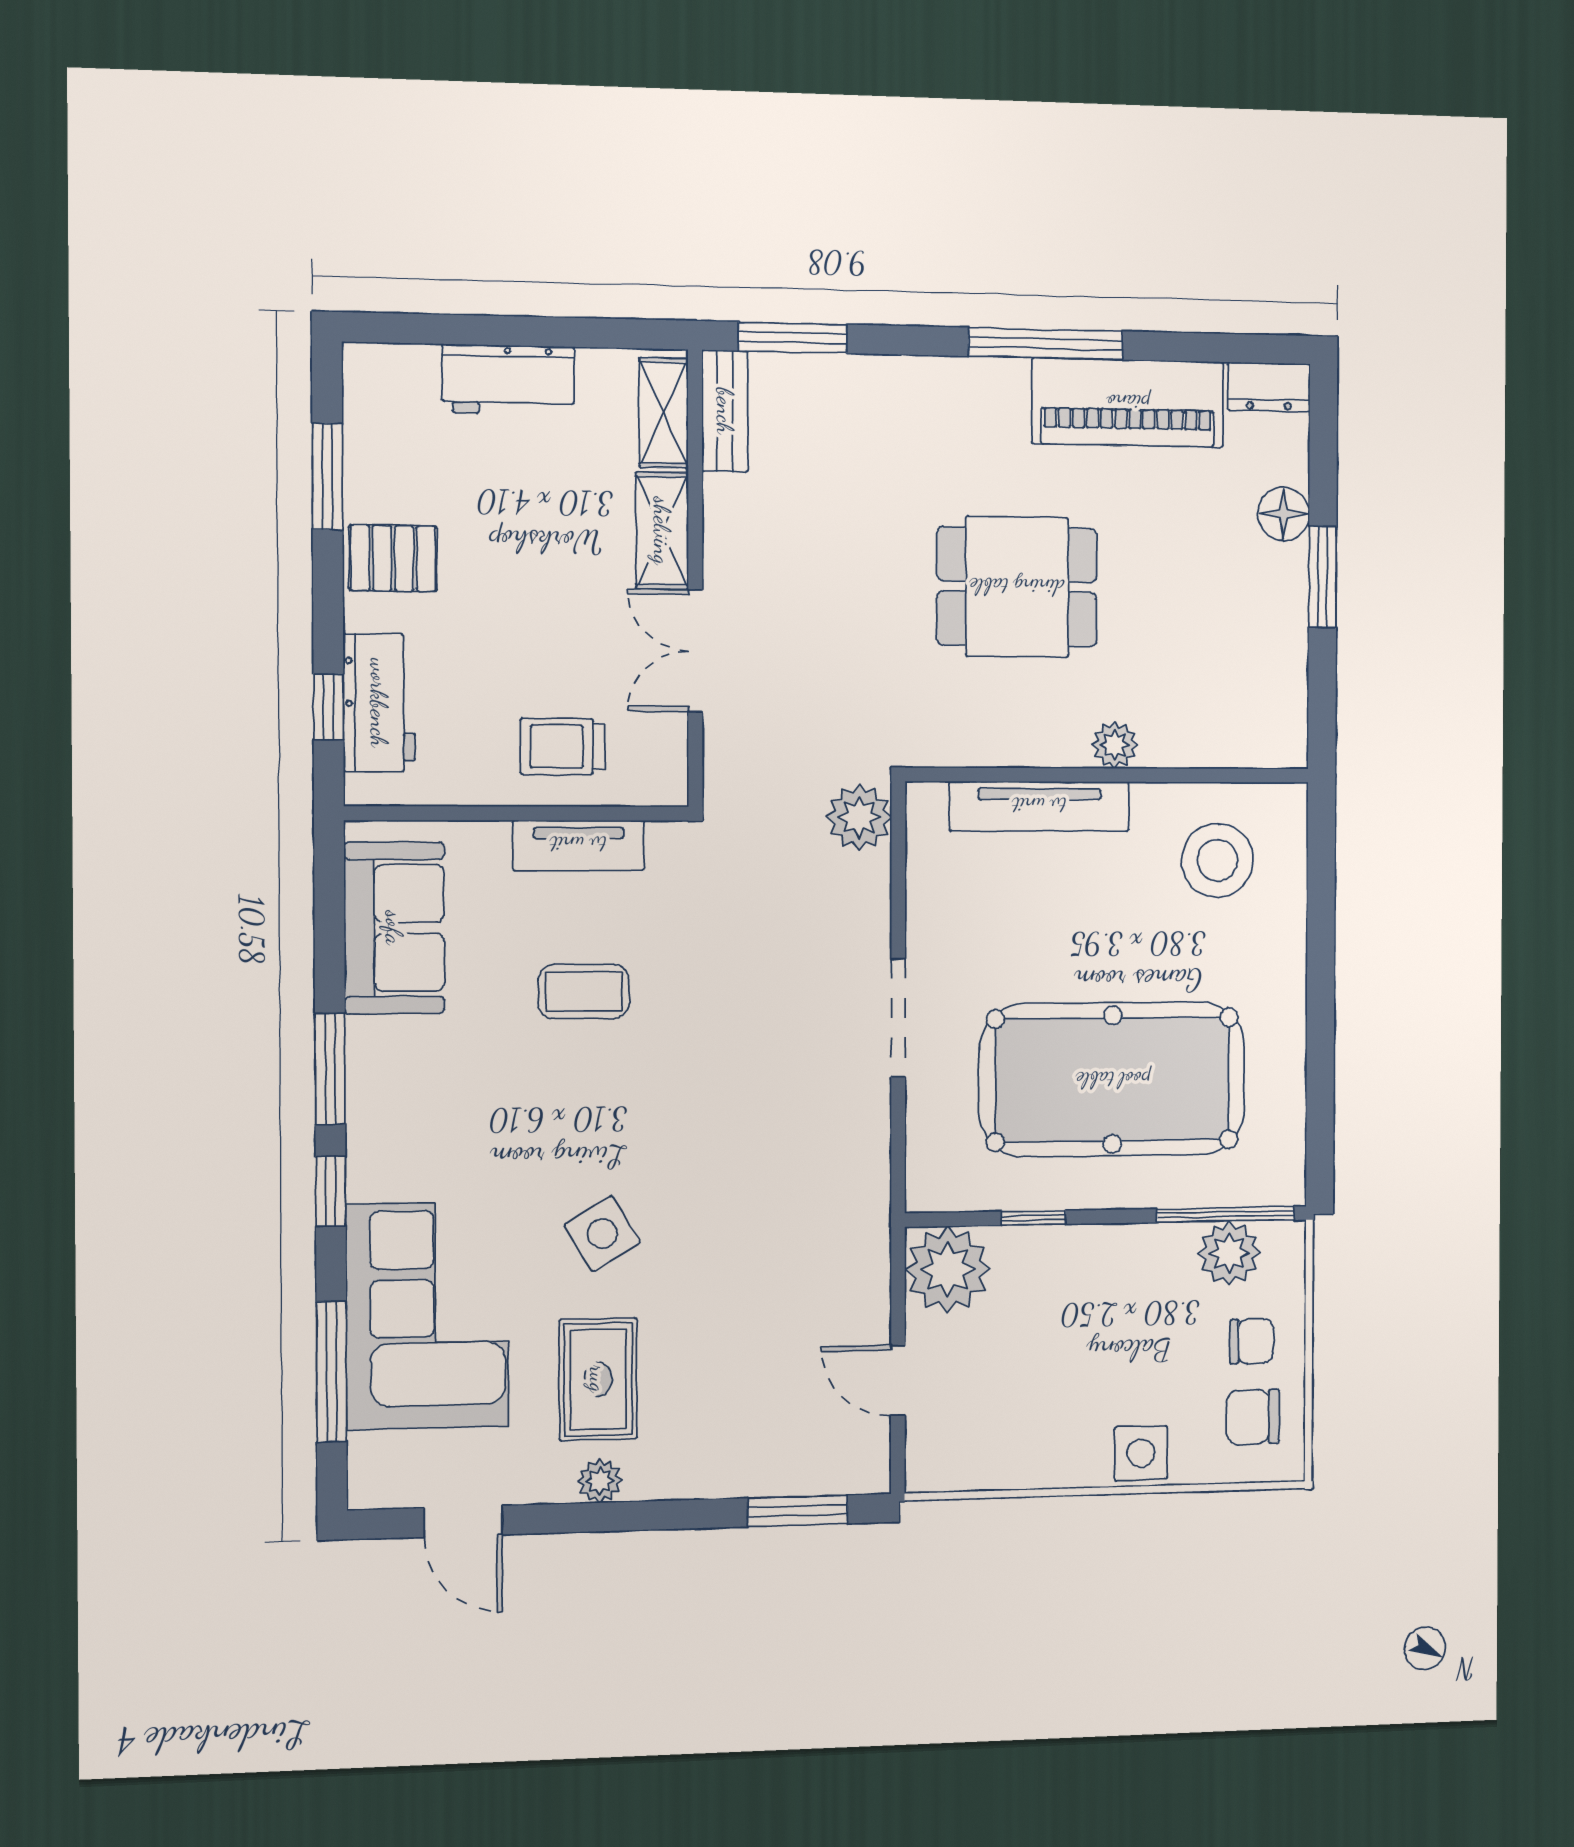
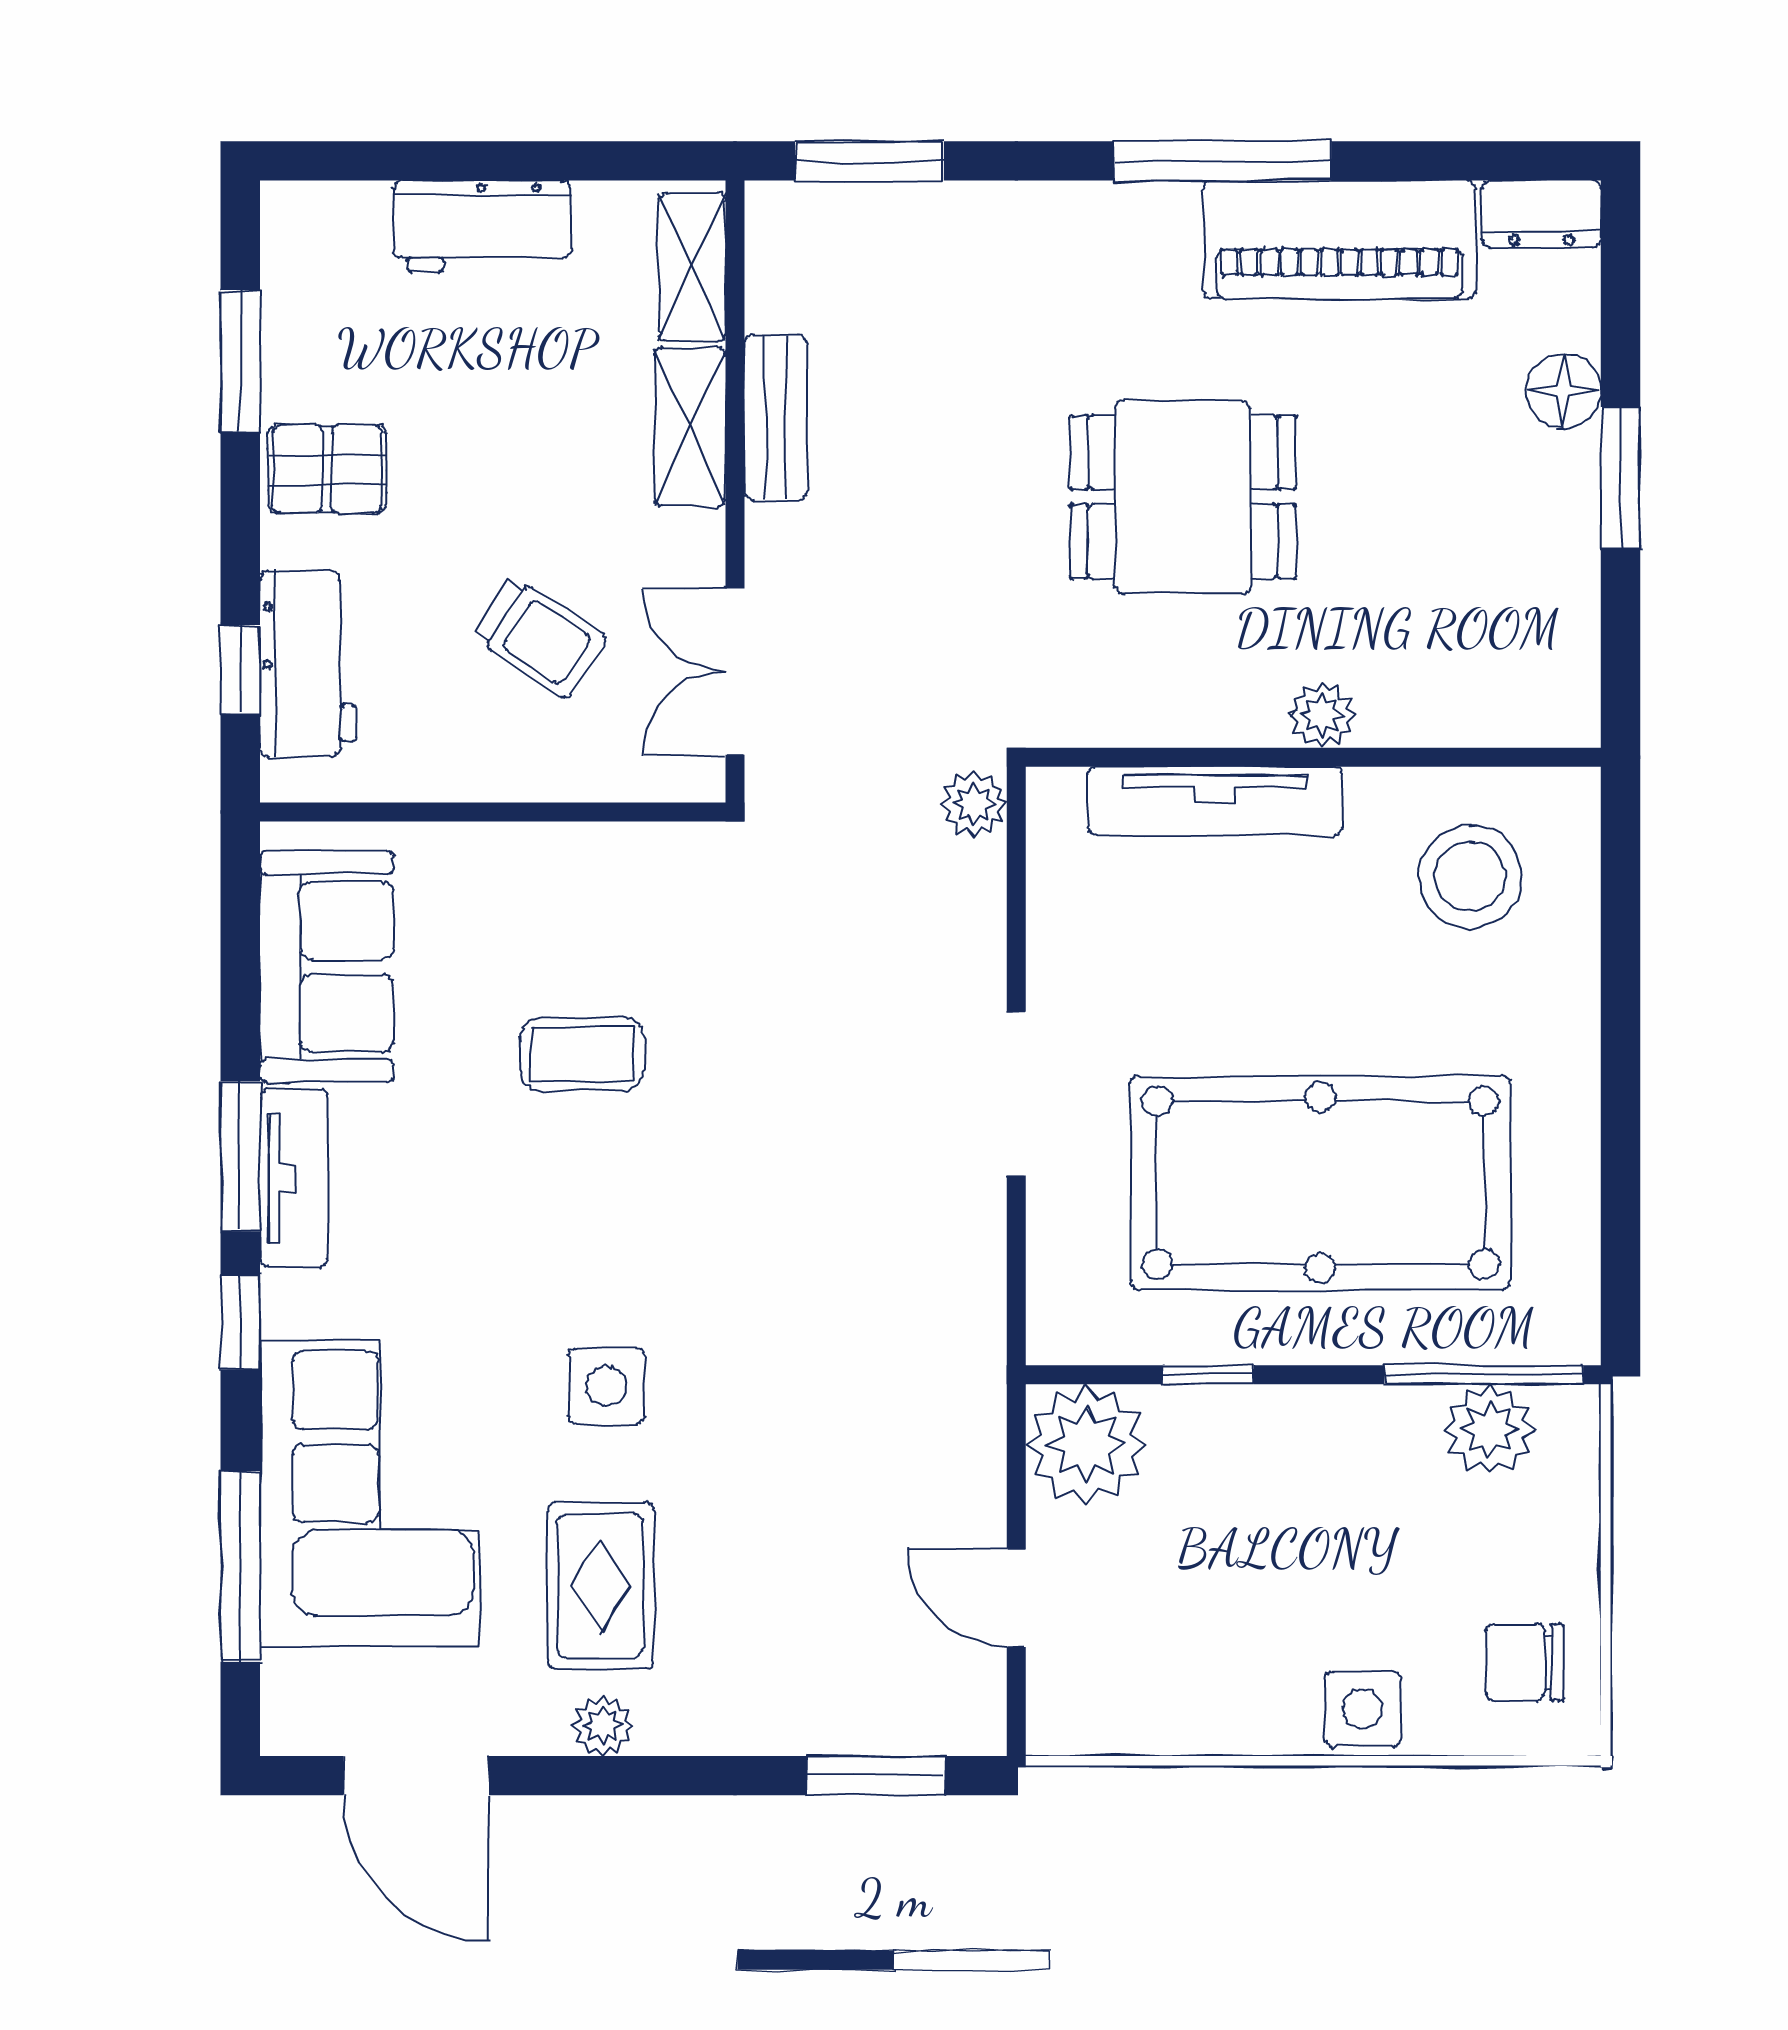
bench: (725, 411) -> (776, 418), moved
double door: (695, 651) -> (735, 672), moved
trolley: (563, 747) -> (540, 638), moved, turned -146
plant: (859, 817) -> (974, 804), width x0.73, depth x0.73
tv unit: (578, 845) -> (294, 1178), moved, turned -90
side table: (602, 1234) -> (607, 1386), turned 31
chair: (1252, 1341) -> (1522, 1555), removed
door: (463, 1521) -> (416, 1776), width x1.37

